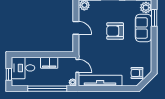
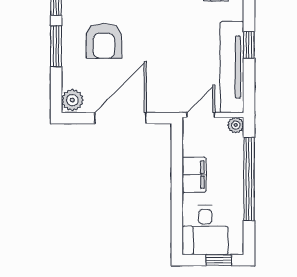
door: (76, 28) -> (120, 118), width x1.88
armchair: (115, 31) -> (104, 41), moved
window: (111, 89) -> (249, 45), added

